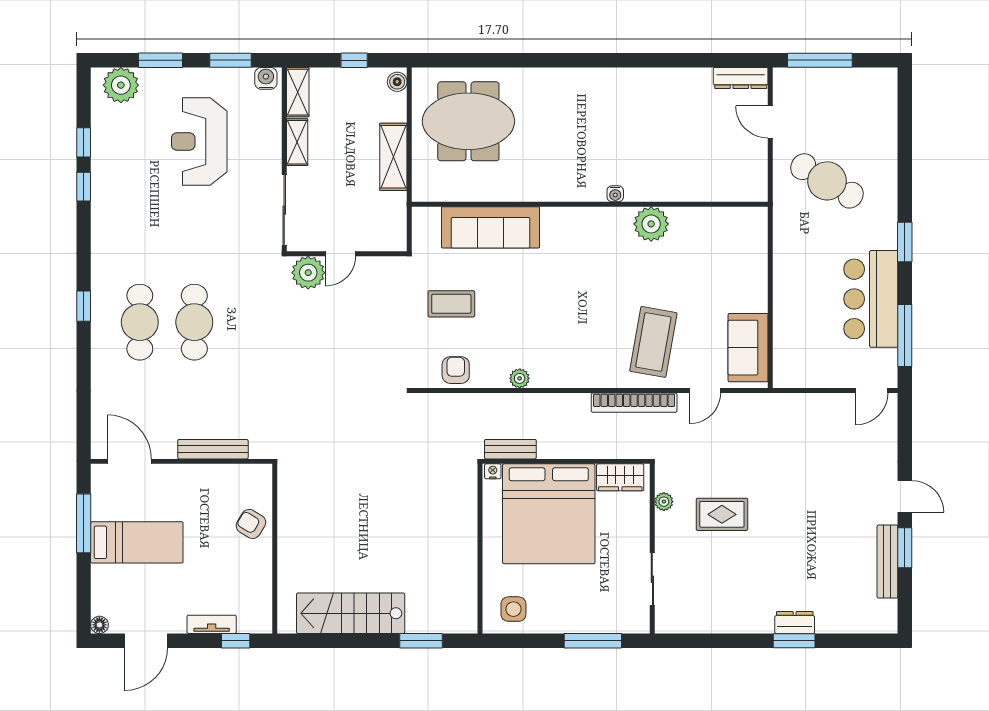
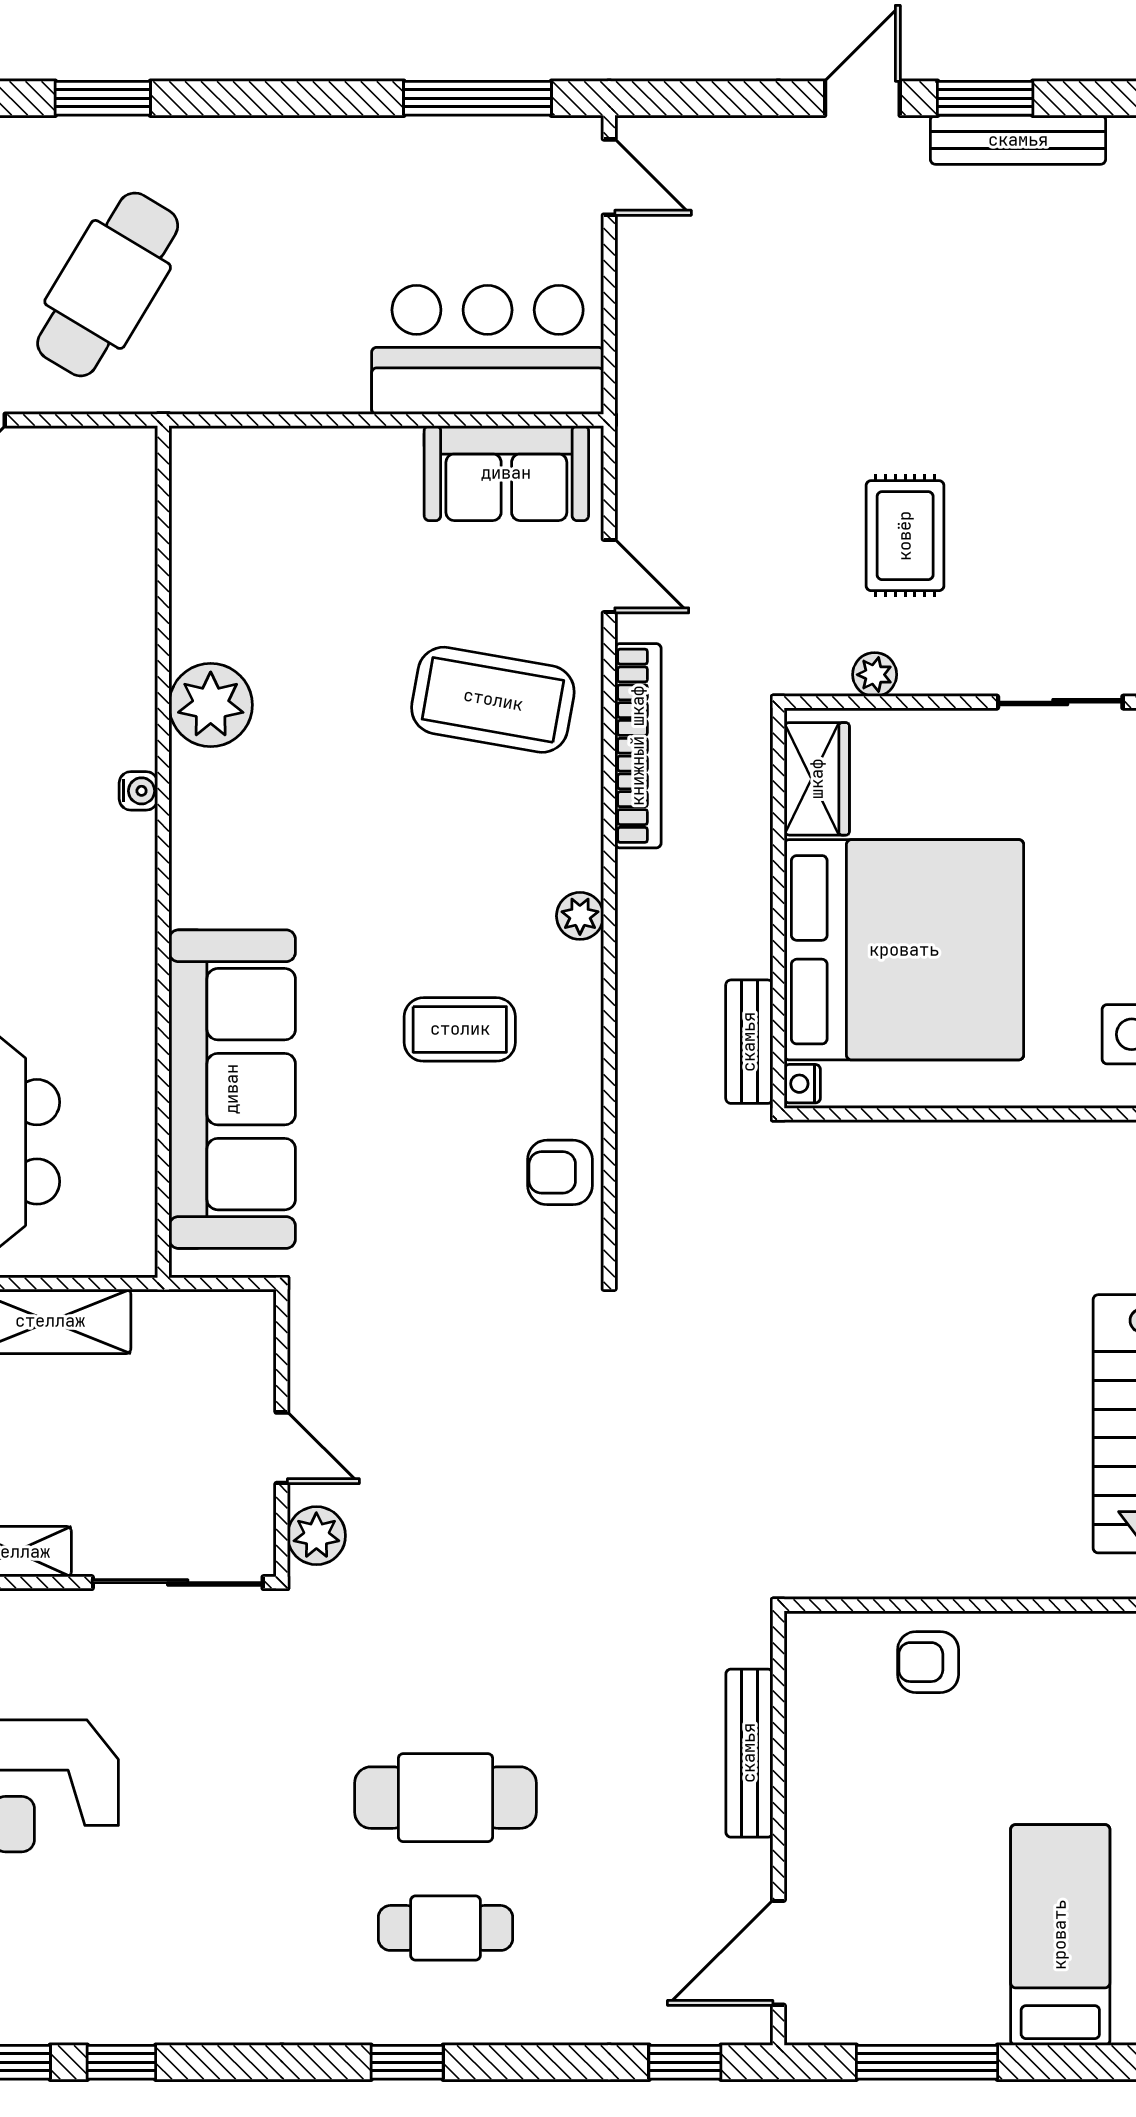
sofa: (491, 227) -> (232, 1089), width x1.36, depth x1.27
window: (905, 242) -> (103, 98), moved
plant: (308, 273) -> (316, 1536), width x0.73, depth x0.73
bar counter: (871, 299) -> (488, 350), moved, turned 180
coffee table: (451, 304) -> (460, 1029), moved, turned 90
cafe table: (140, 322) -> (445, 1928), width x0.73, depth x0.74
plant: (520, 378) -> (580, 916), moved
window: (84, 422) -> (685, 2062), added
armchair: (251, 524) -> (928, 1662), turned 59
bed: (137, 542) -> (1060, 1935), moved

